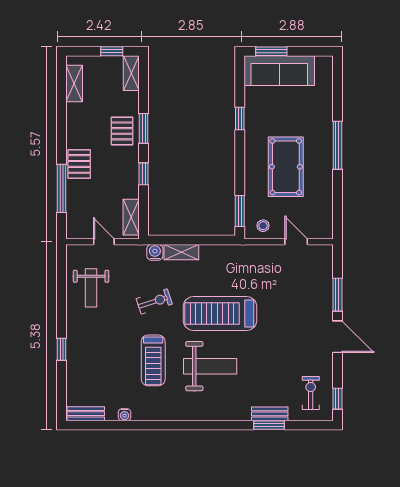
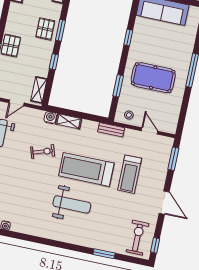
pool table: (286, 167) -> (153, 78), turned 90
window: (240, 211) -> (118, 86), moved
door: (104, 242) -> (17, 103), swing flipped
window: (337, 295) -> (173, 159), moved
treadmill: (153, 360) -> (130, 174), moved
exercise bike: (311, 393) -> (137, 238), width x1.38, depth x1.39
bench: (270, 414) -> (111, 130), moved

